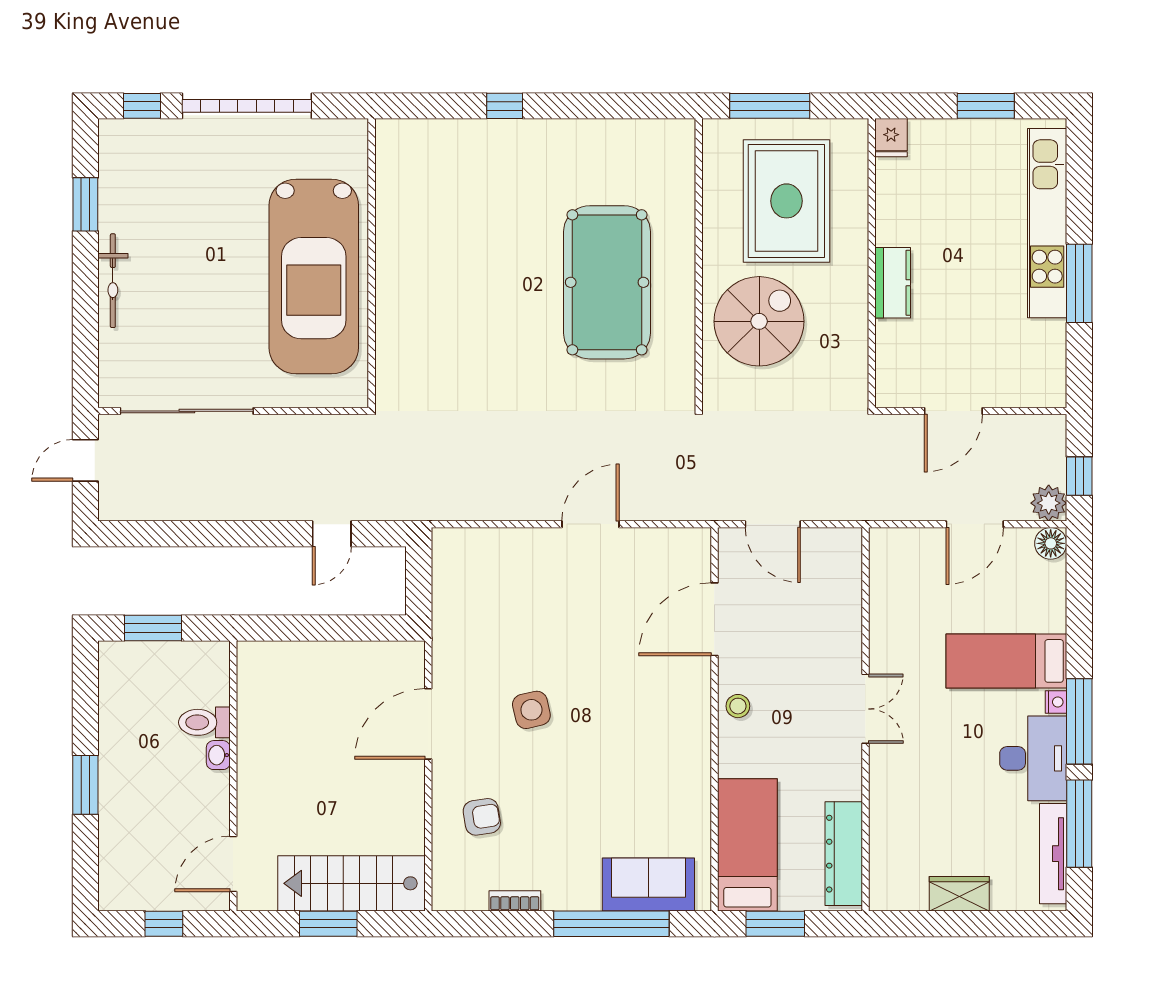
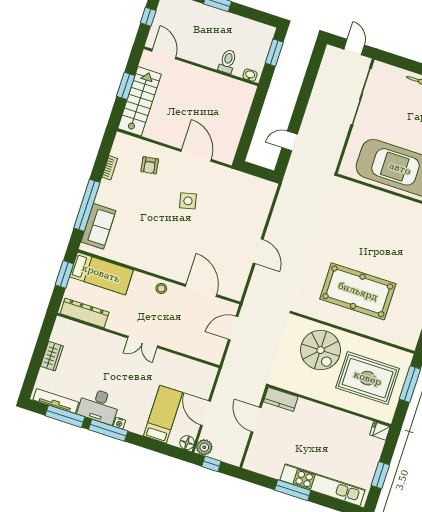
kitchen counter: (893, 283) -> (281, 399), moved
door: (332, 534) -> (290, 141), hinge flipped
bed: (1006, 661) -> (163, 414), moved
washbasin: (218, 755) -> (250, 75), moved

